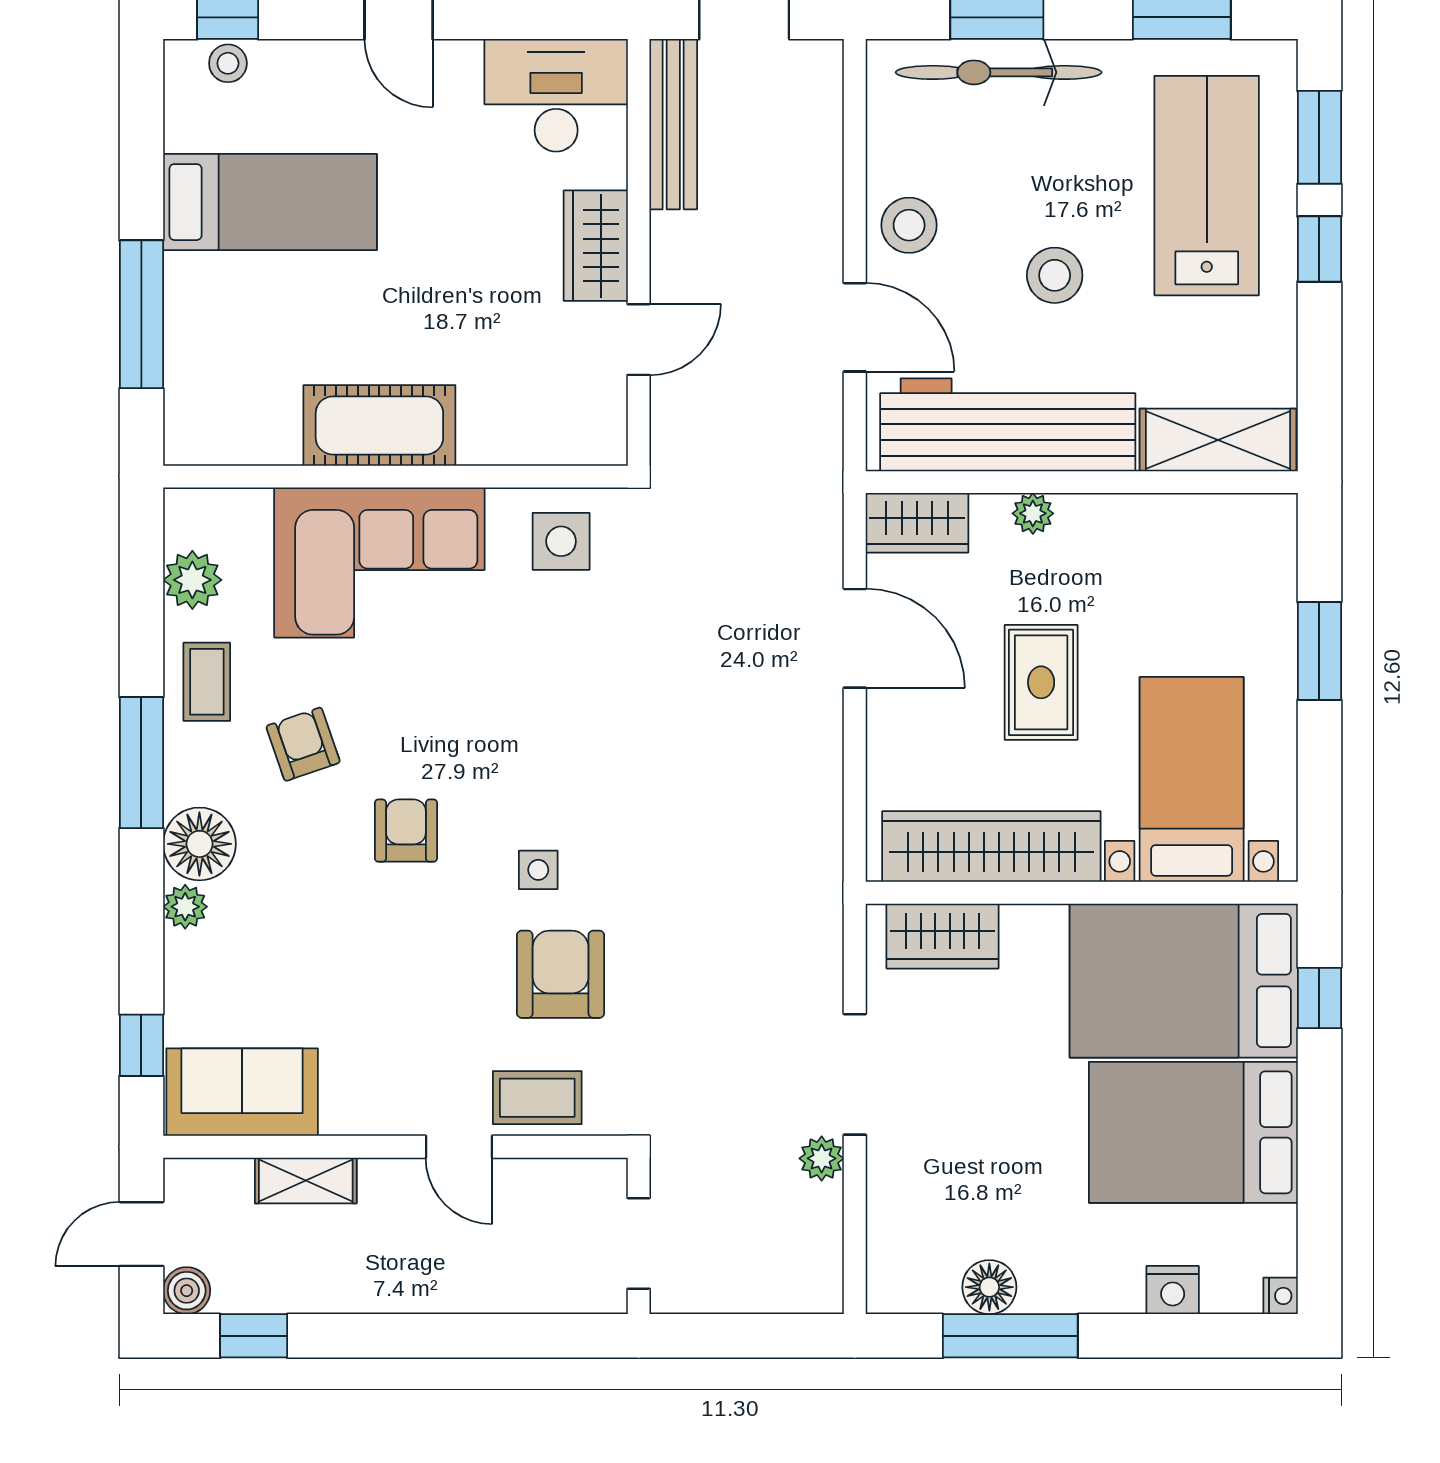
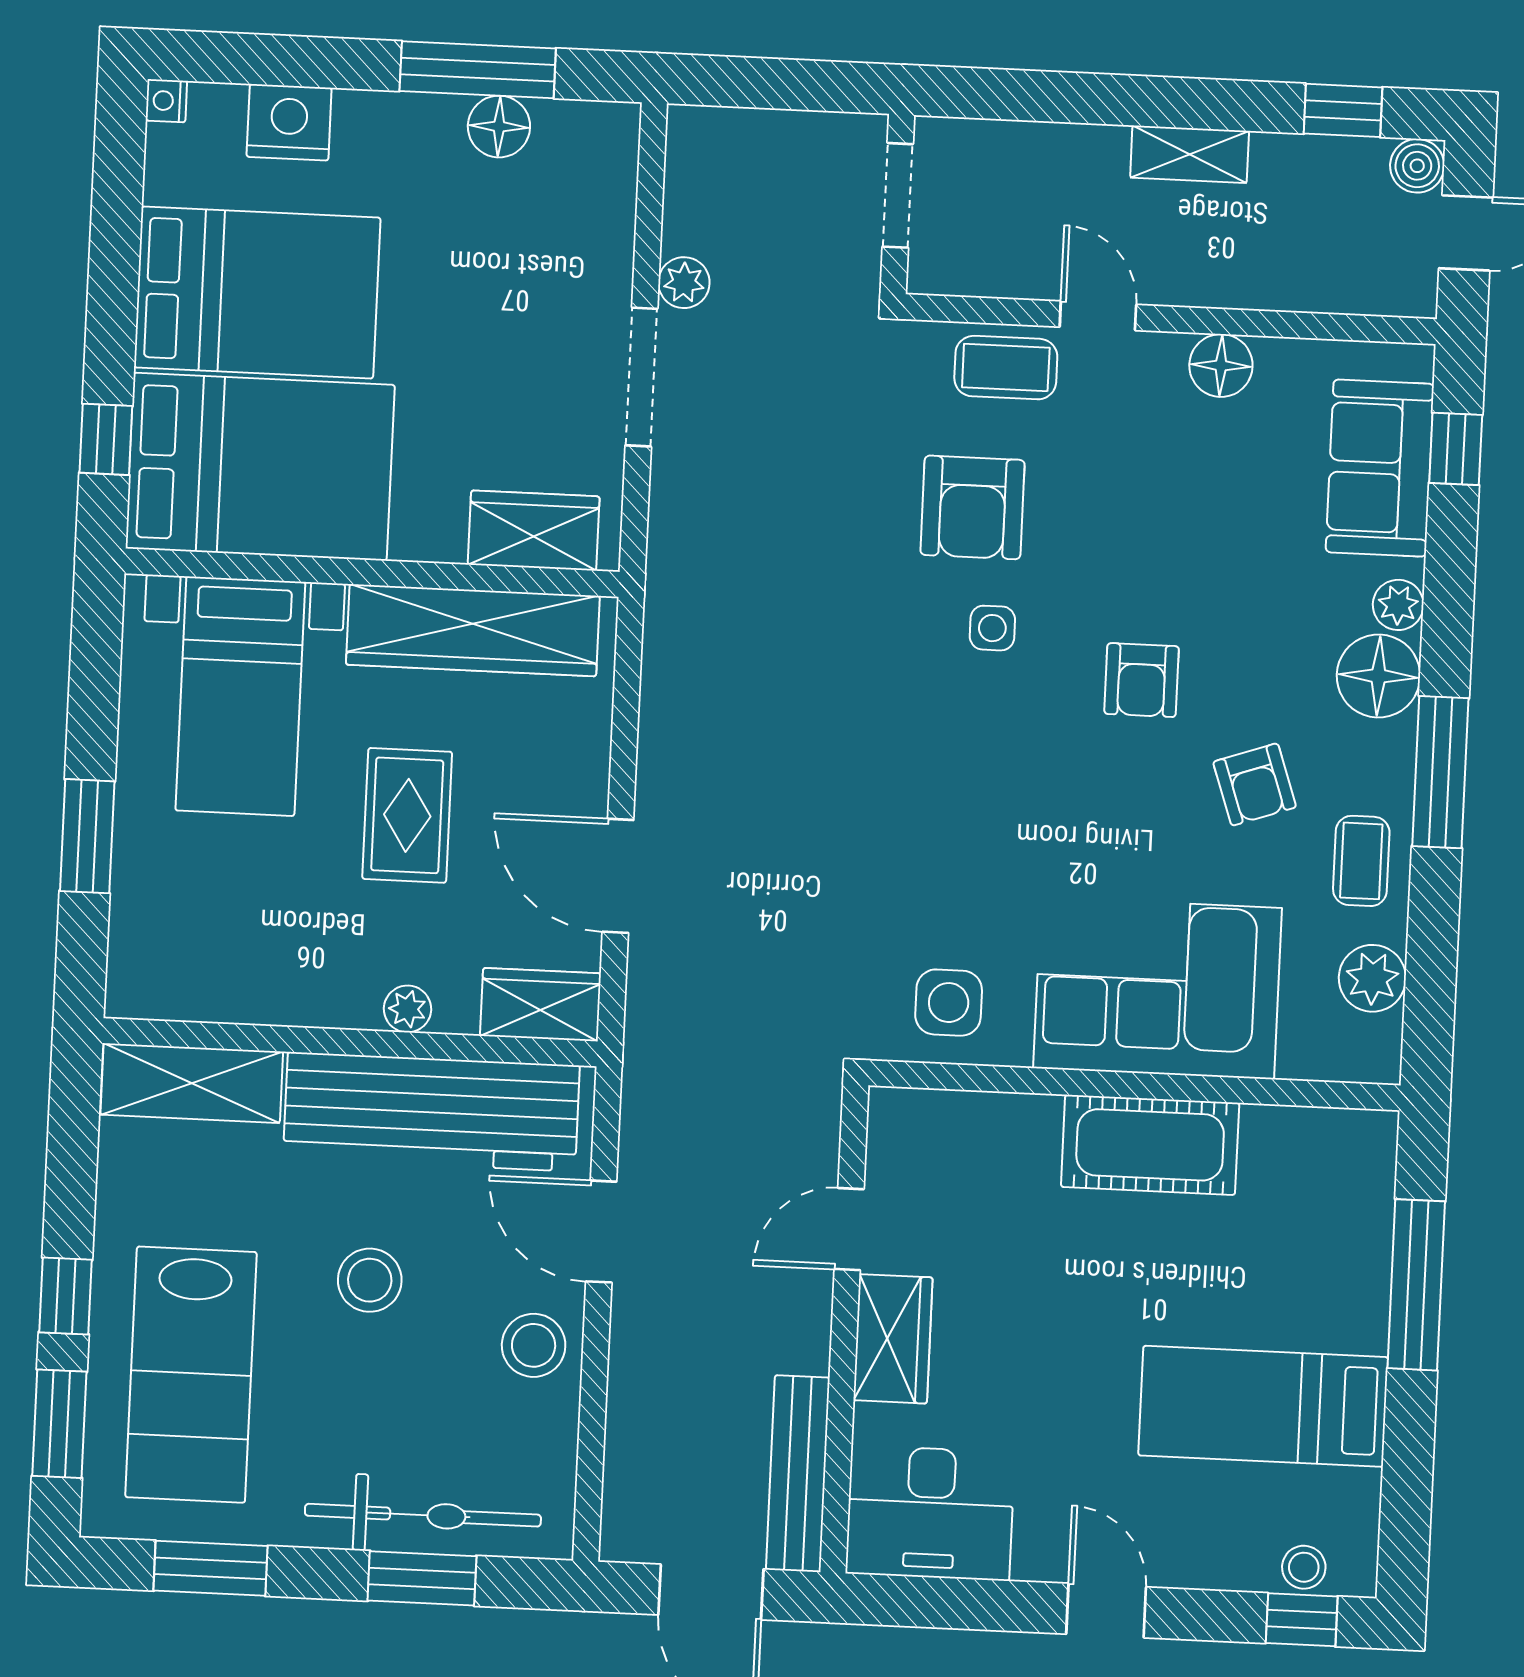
sofa: (242, 1092) -> (1380, 468), moved, turned 90
floor lamp: (350, 1108) -> (1221, 365), added
shelving: (306, 1180) -> (1190, 154), moved
nightstand: (1173, 1290) -> (289, 122), width x1.36, depth x1.33

